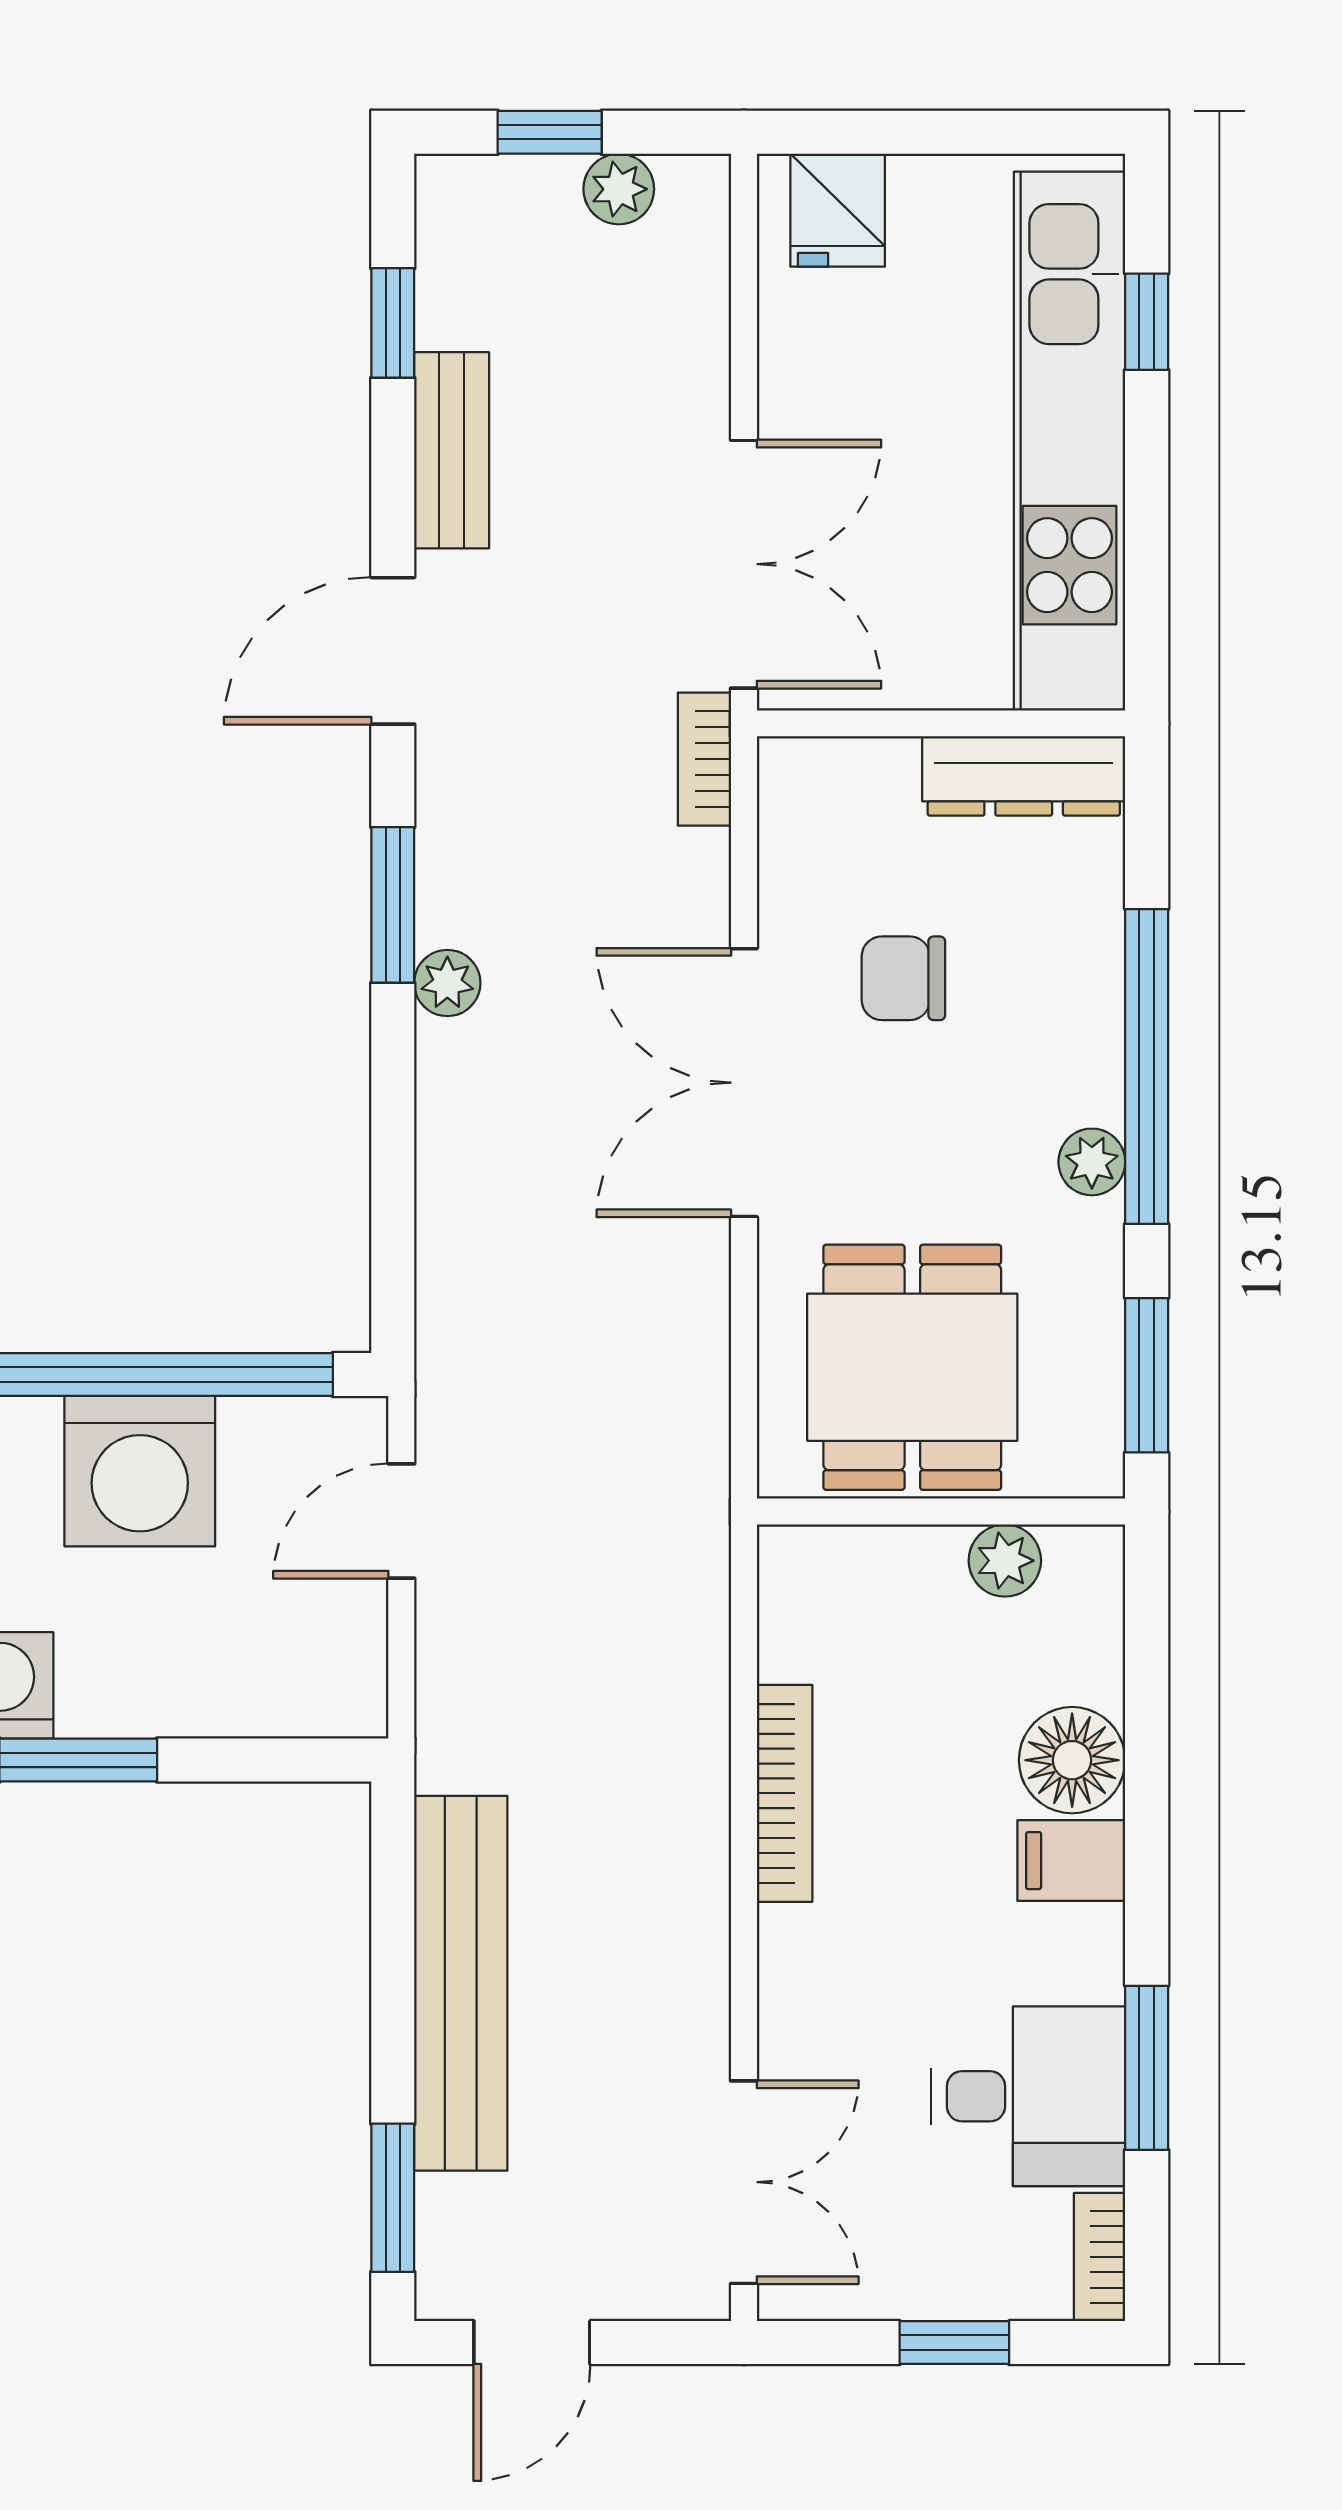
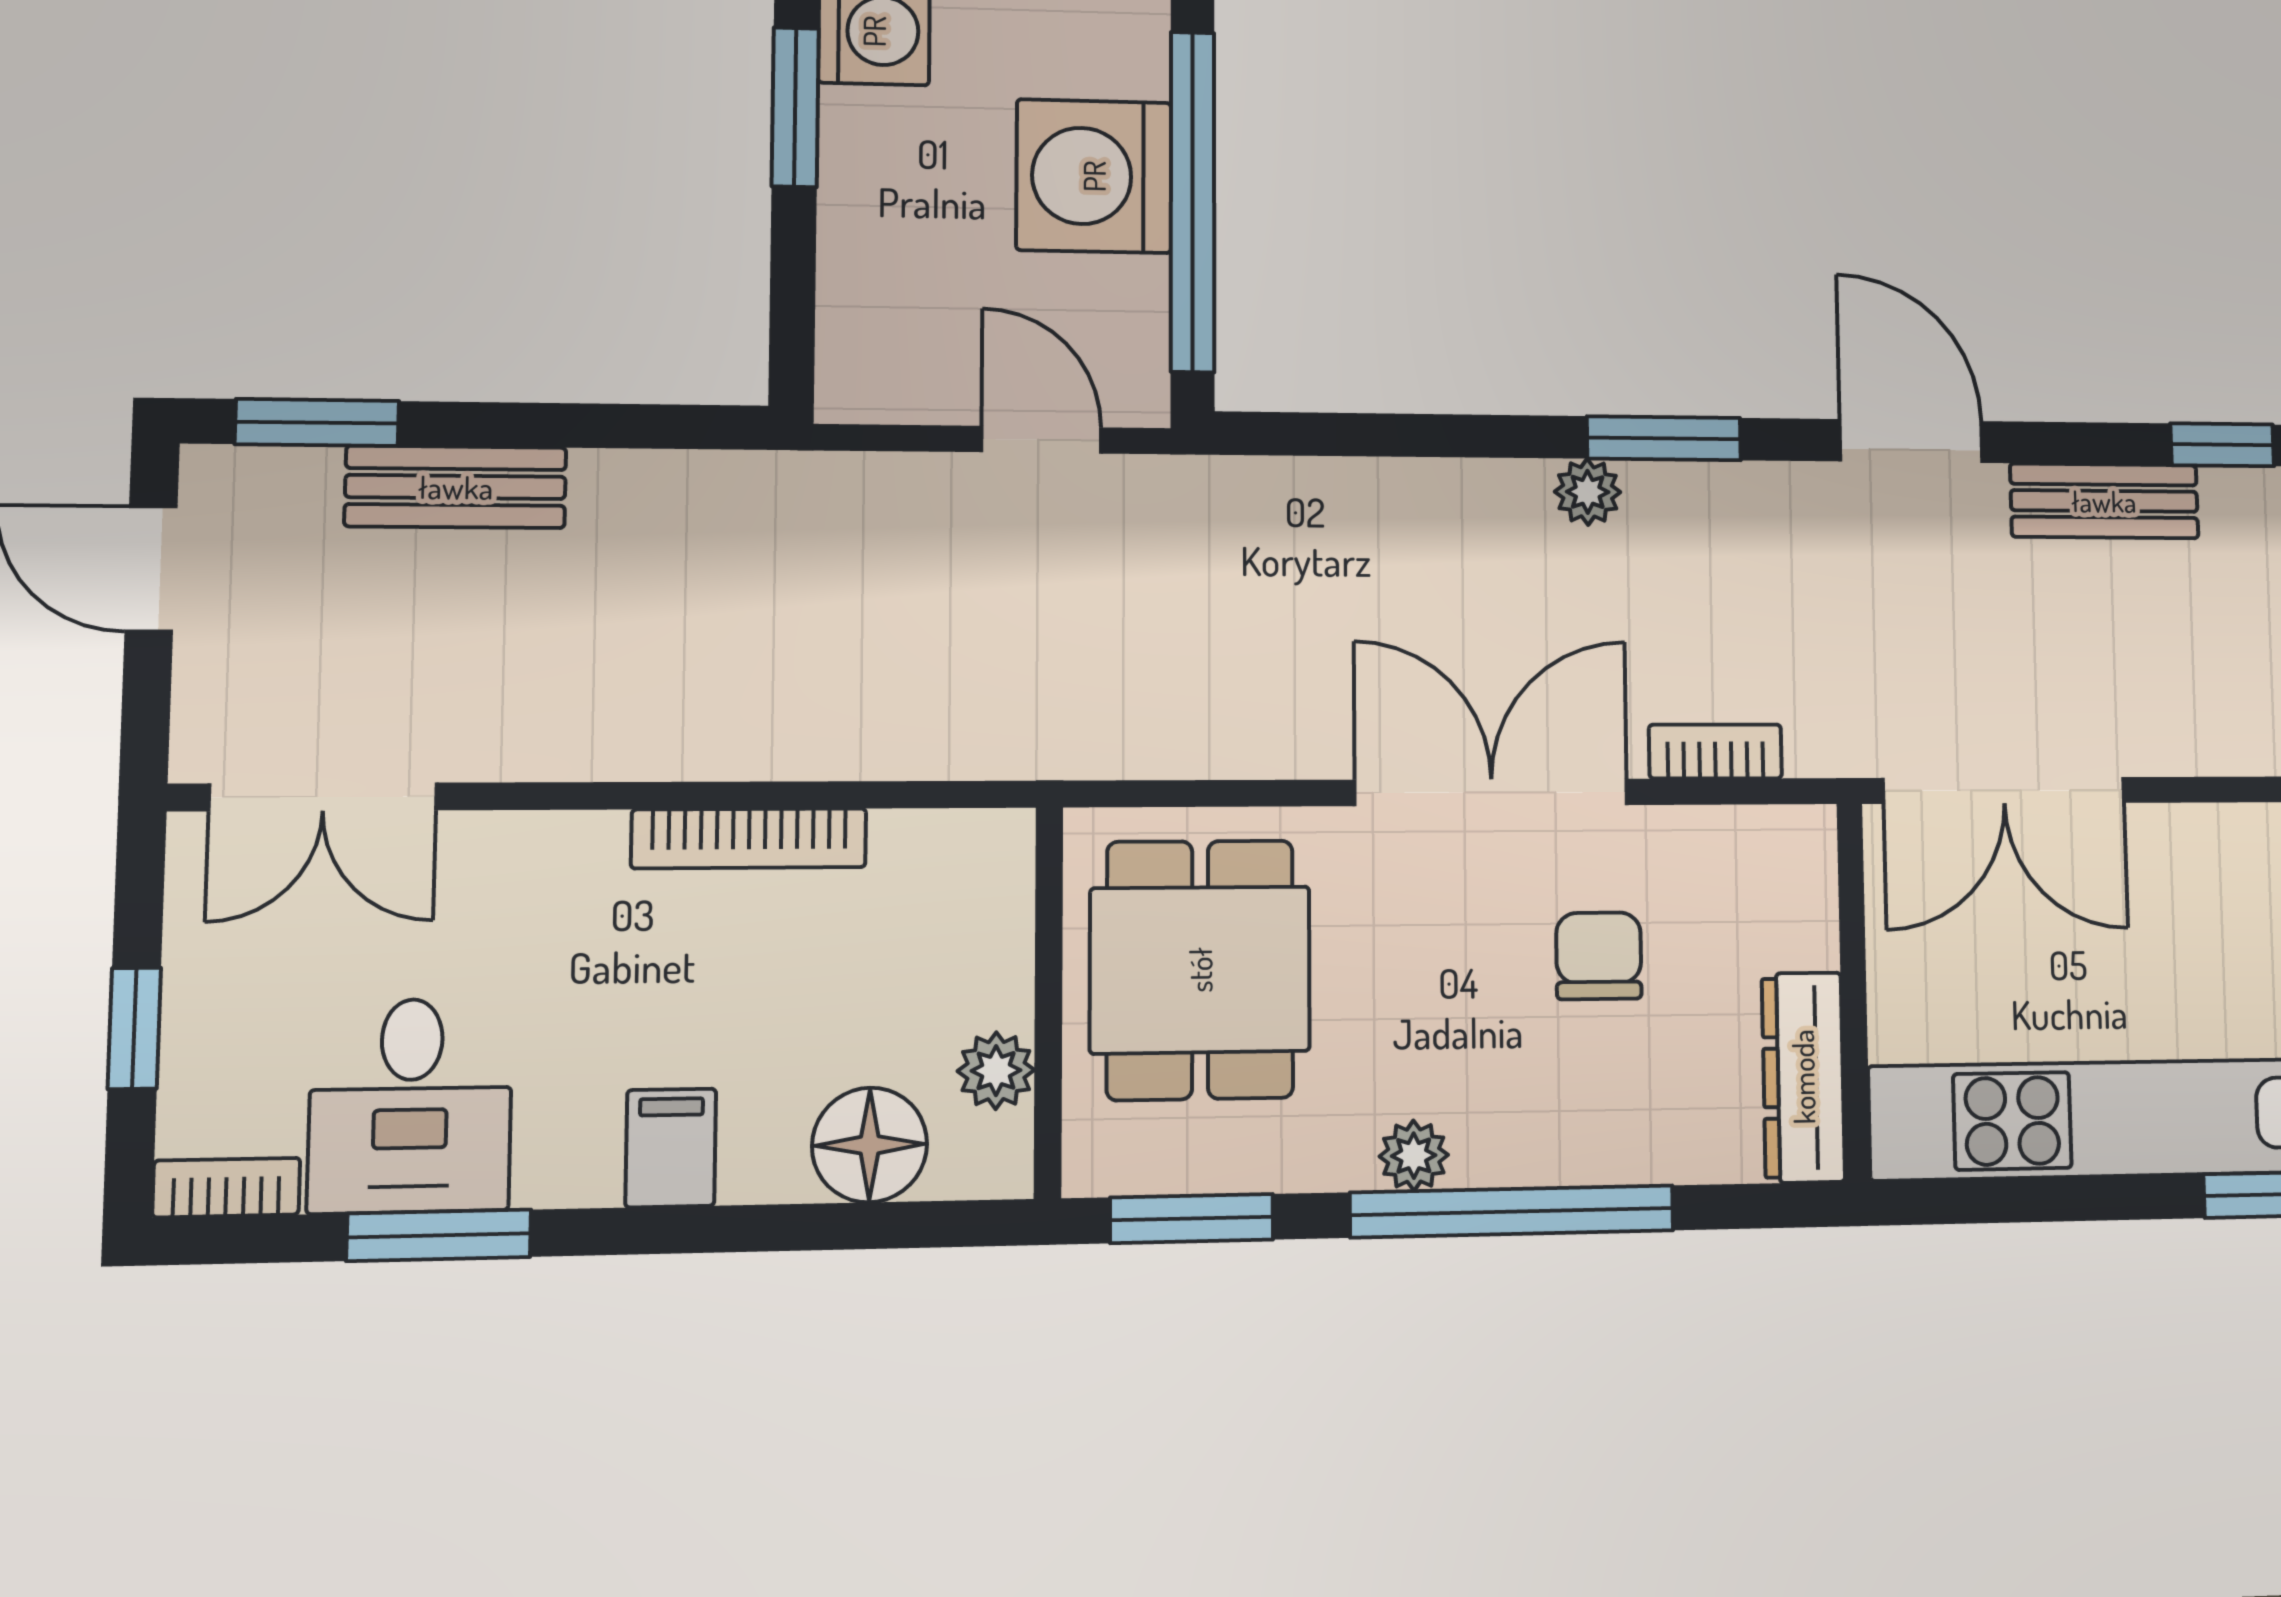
bookcase: (704, 759) -> (1715, 751), moved
dining table: (912, 1367) -> (1200, 970), turned 90
floor lamp: (1072, 1760) -> (870, 1145), moved
bench: (461, 1983) -> (456, 487), width x0.54, depth x0.82

